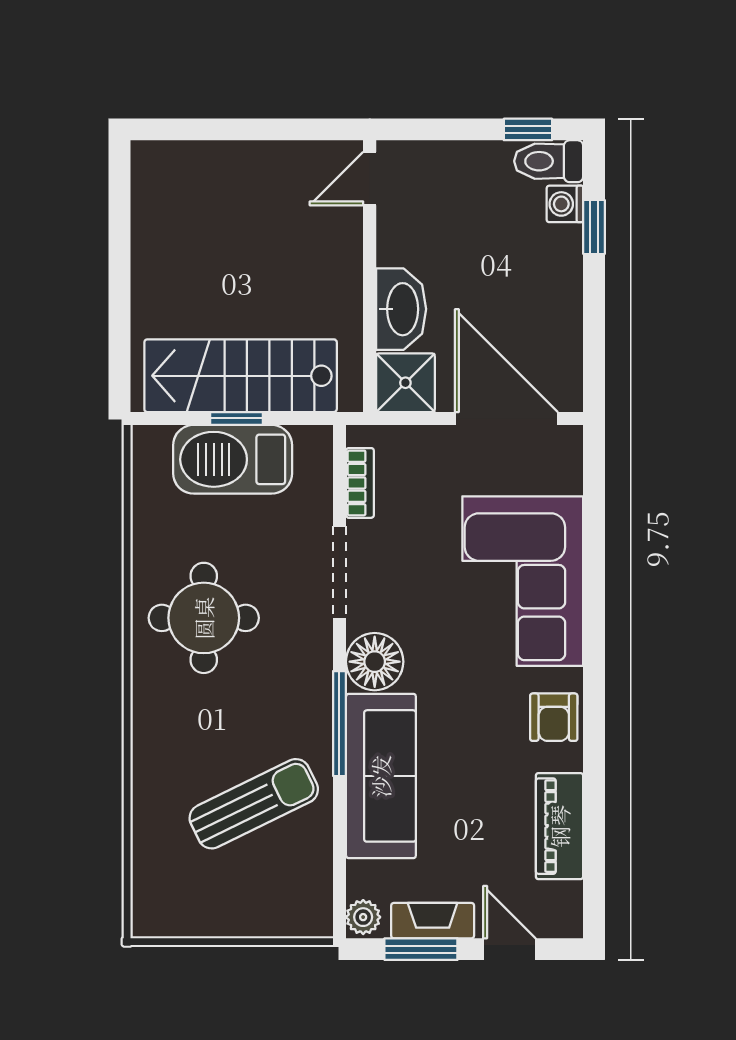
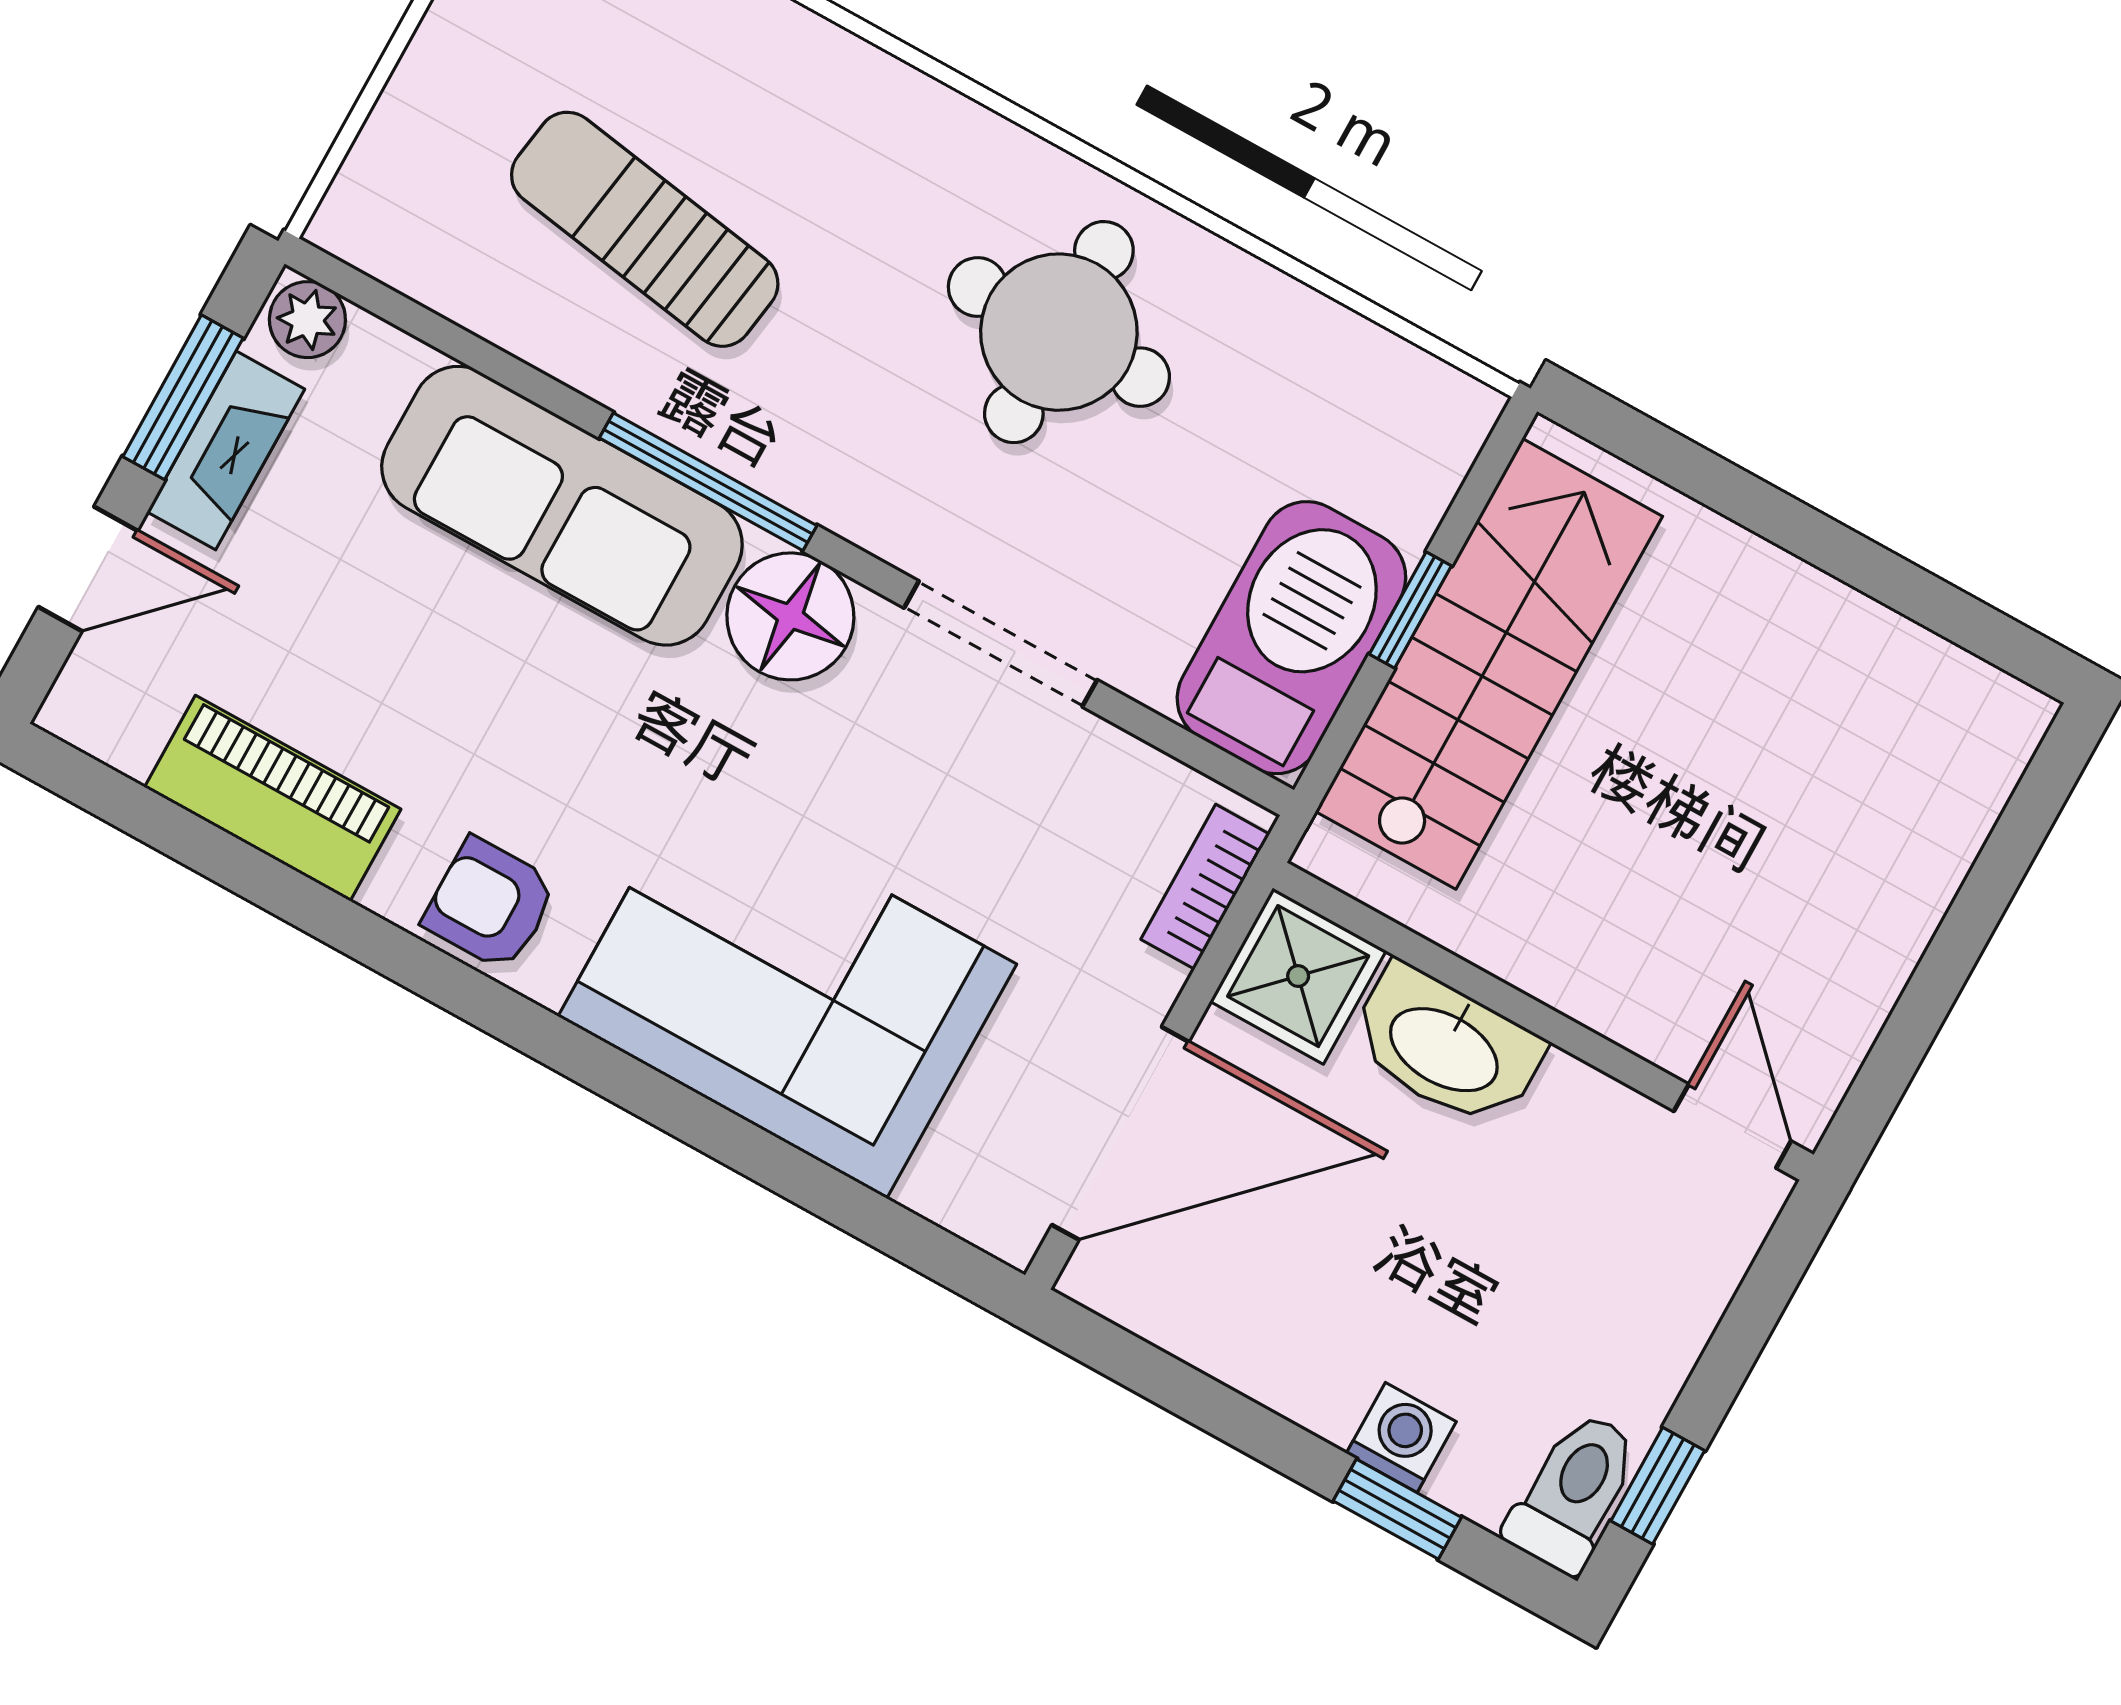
washing machine: (565, 204) -> (1401, 1437), moved
barbecue: (233, 459) -> (1291, 638), moved
bookcase: (360, 483) -> (1205, 887), moved, turned 90
sun lounger: (254, 804) -> (645, 229), turned 125

